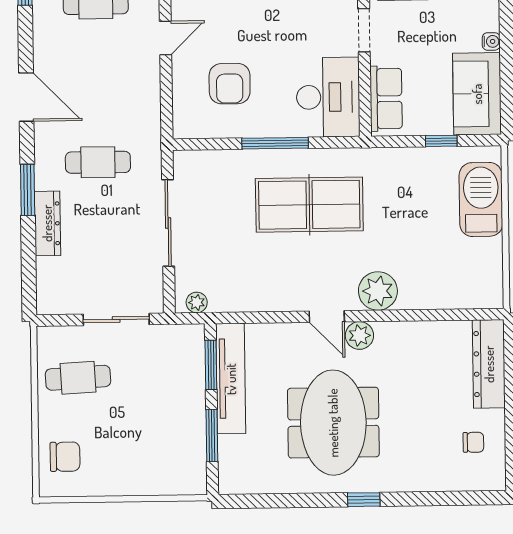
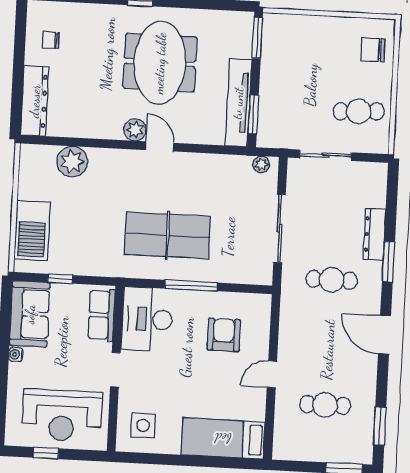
plant: (378, 291) -> (72, 162), moved
window: (212, 435) -> (257, 38), moved

